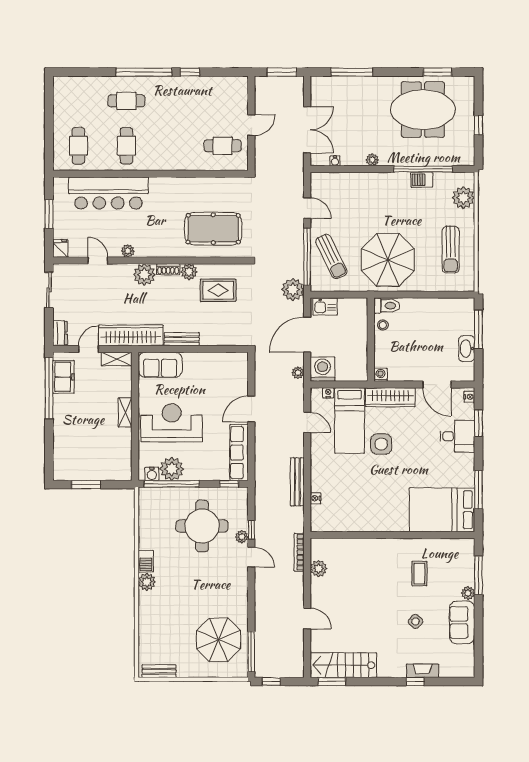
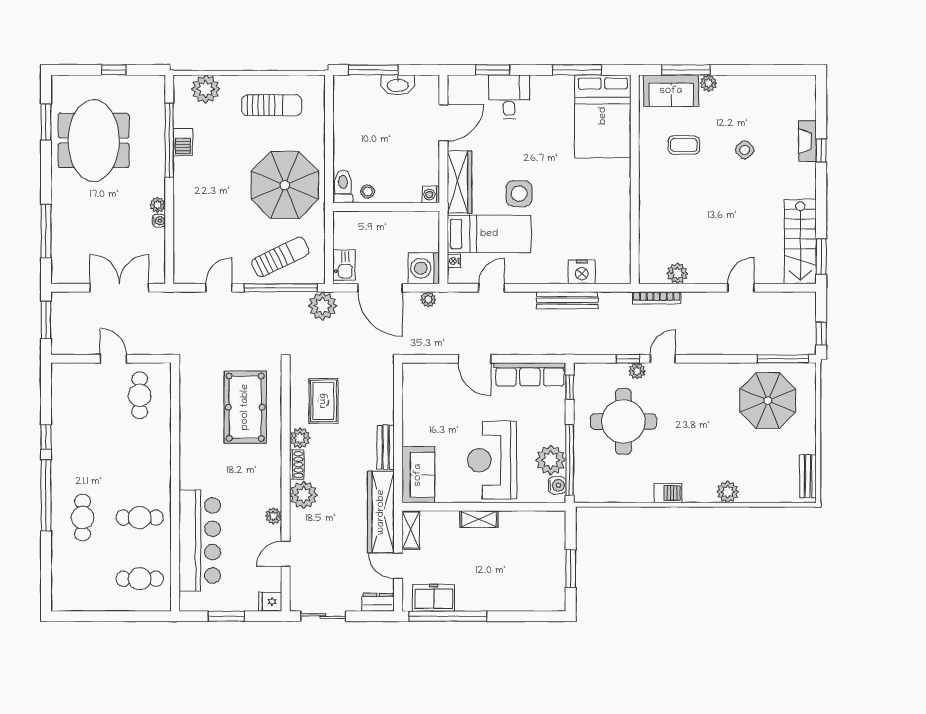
water cooler: (335, 161) -> (159, 221), moved
nightstand: (469, 397) -> (459, 82), removed
nightstand: (315, 498) -> (582, 272), width x1.89, depth x1.79
plant: (147, 582) -> (728, 492), moved
sofa: (462, 622) -> (671, 91), moved

